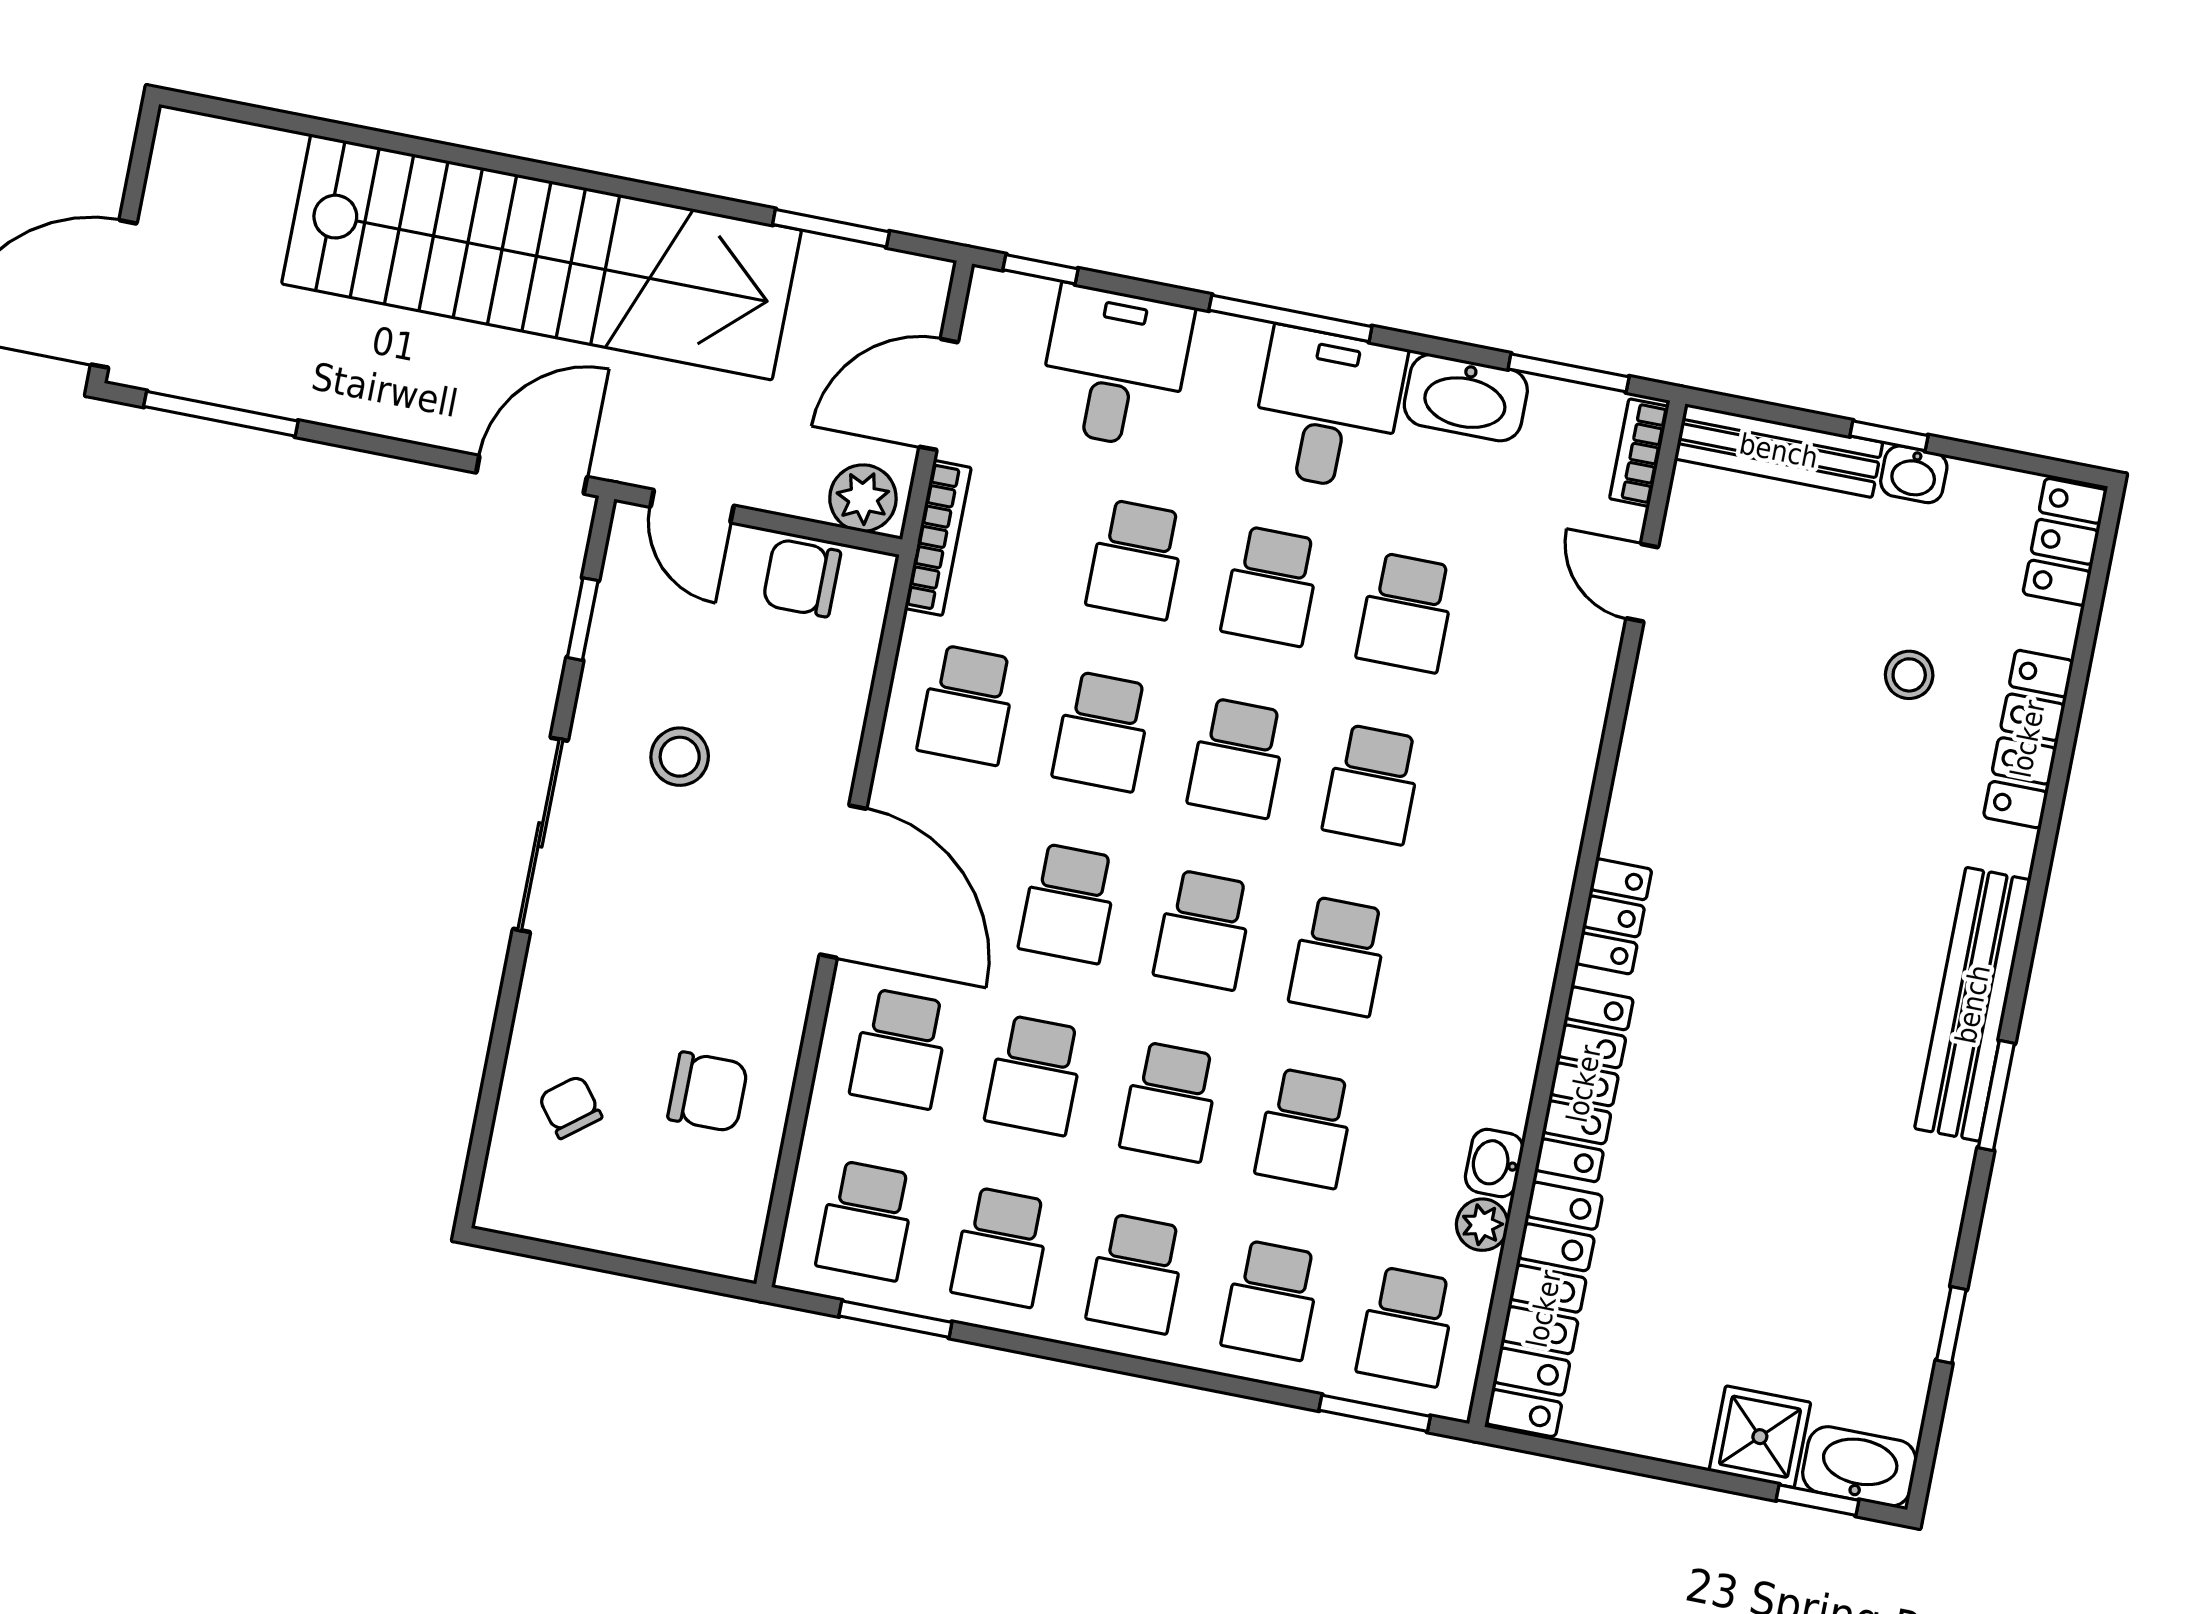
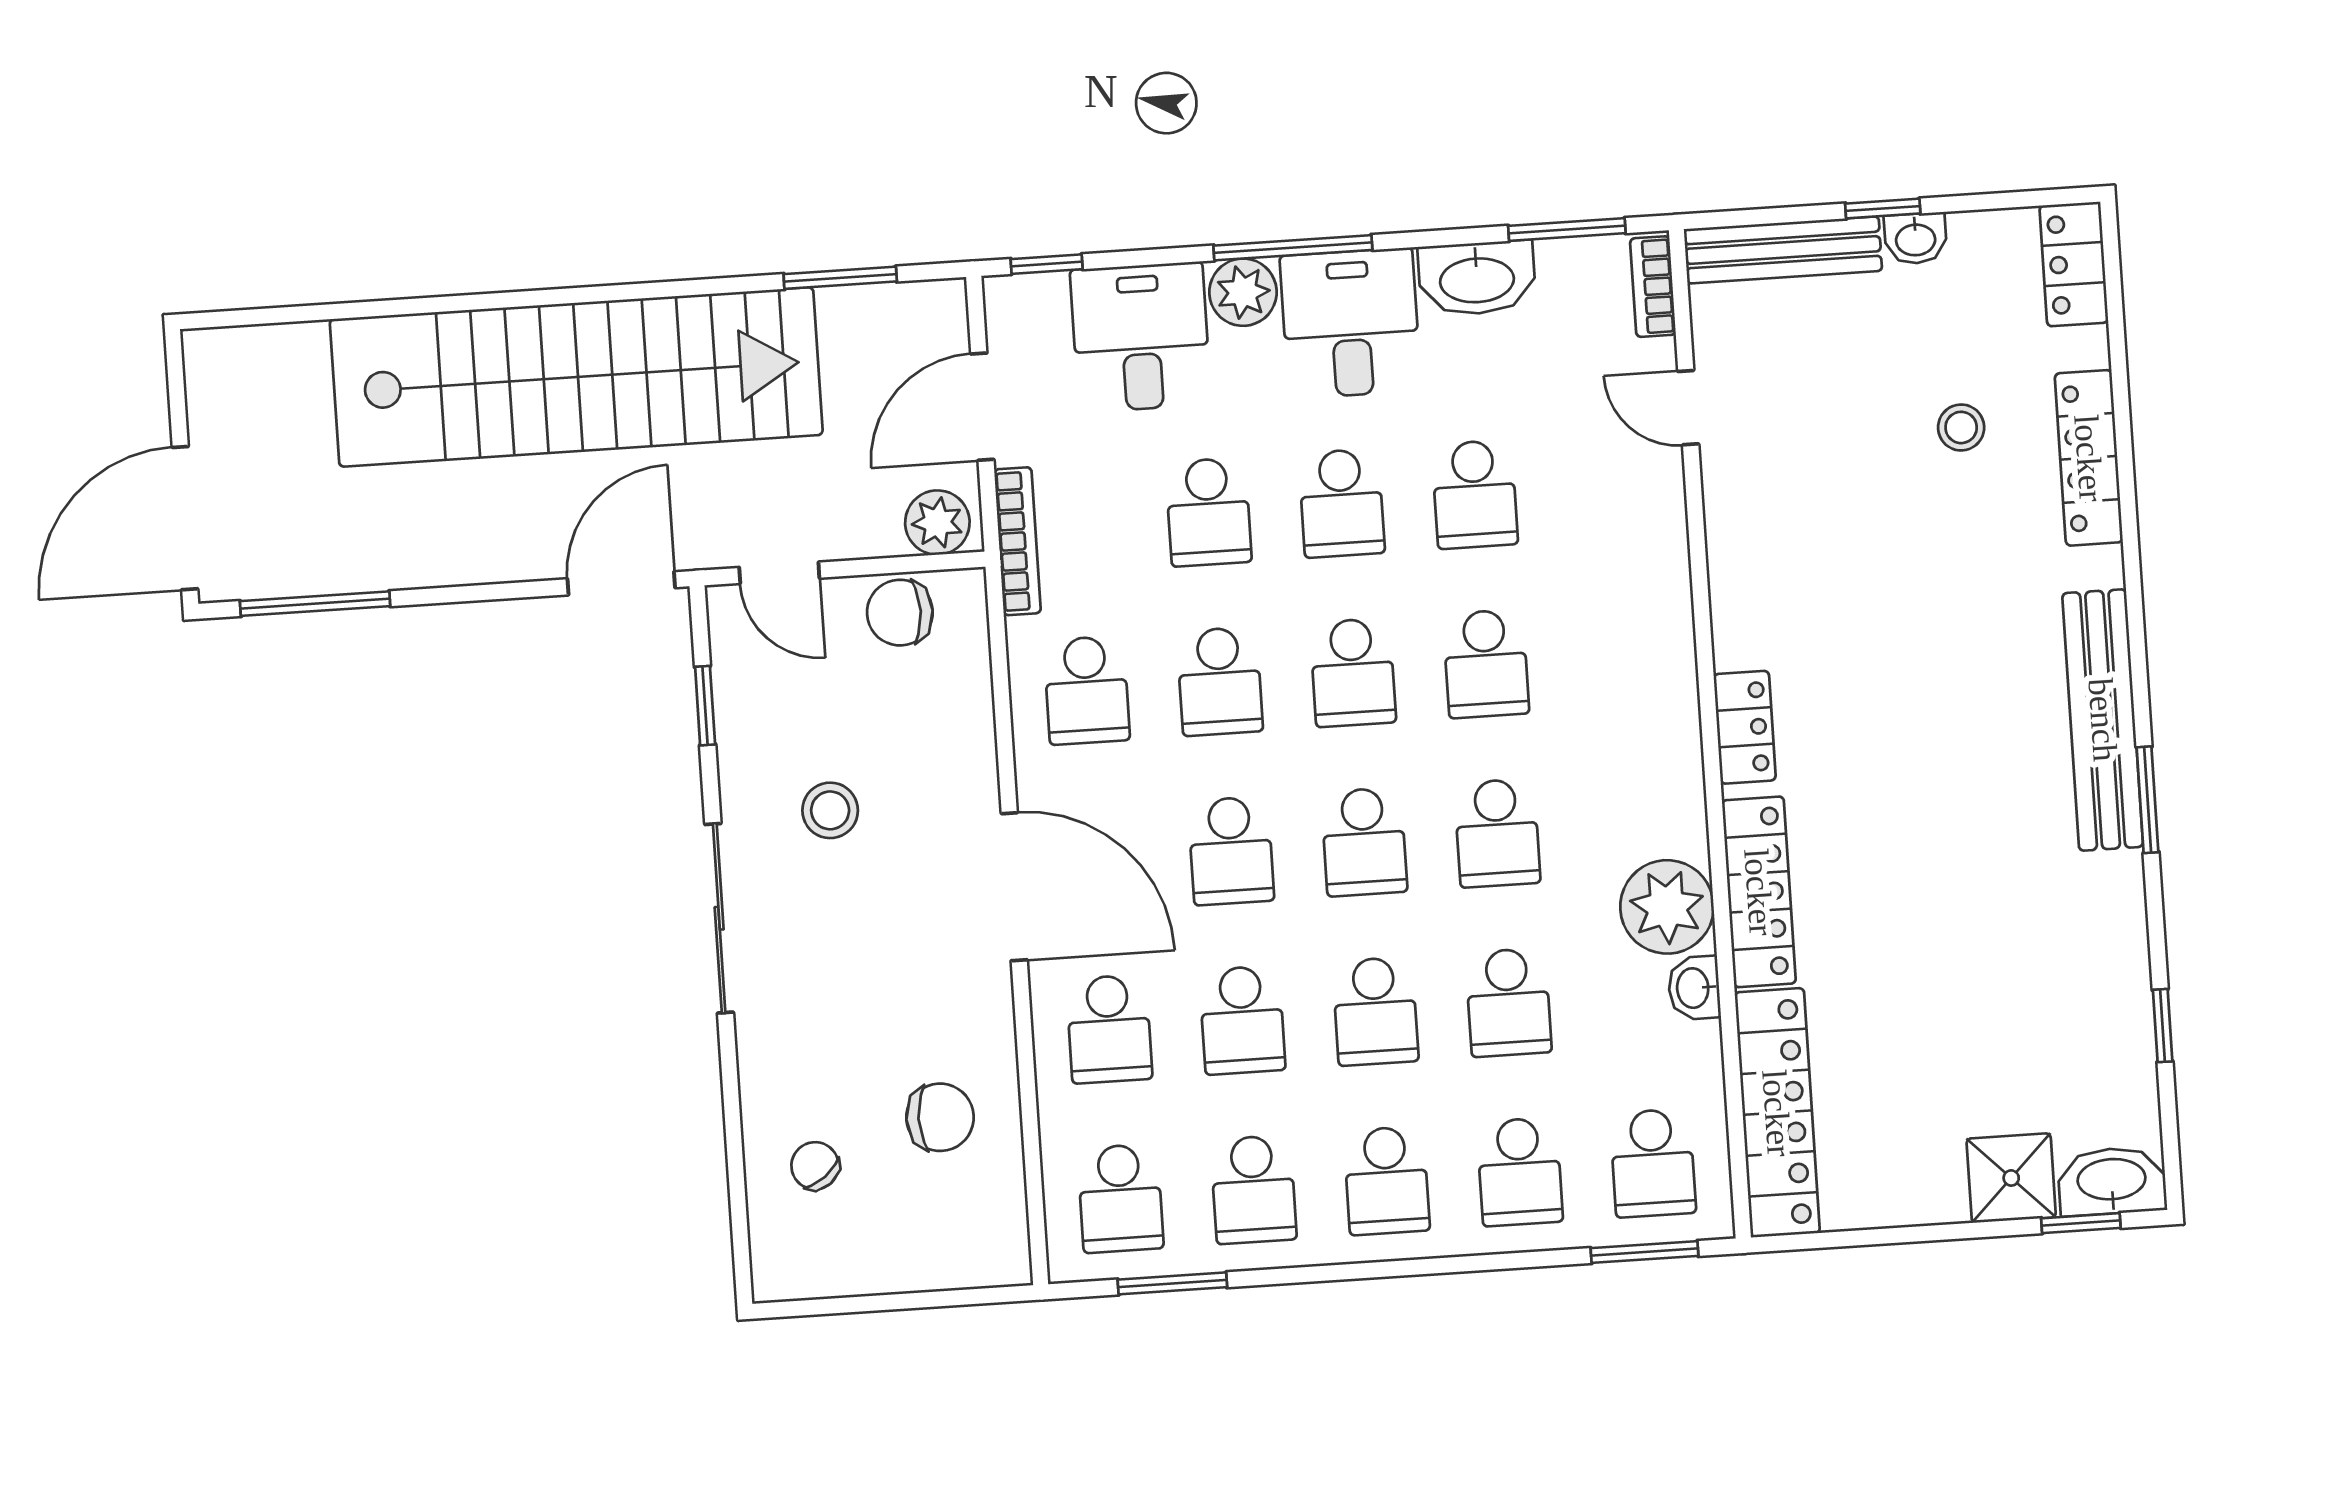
plant: (1229, 349) -> (1243, 292), added
plant: (1482, 1225) -> (1667, 907), moved, width x1.88, depth x1.88

